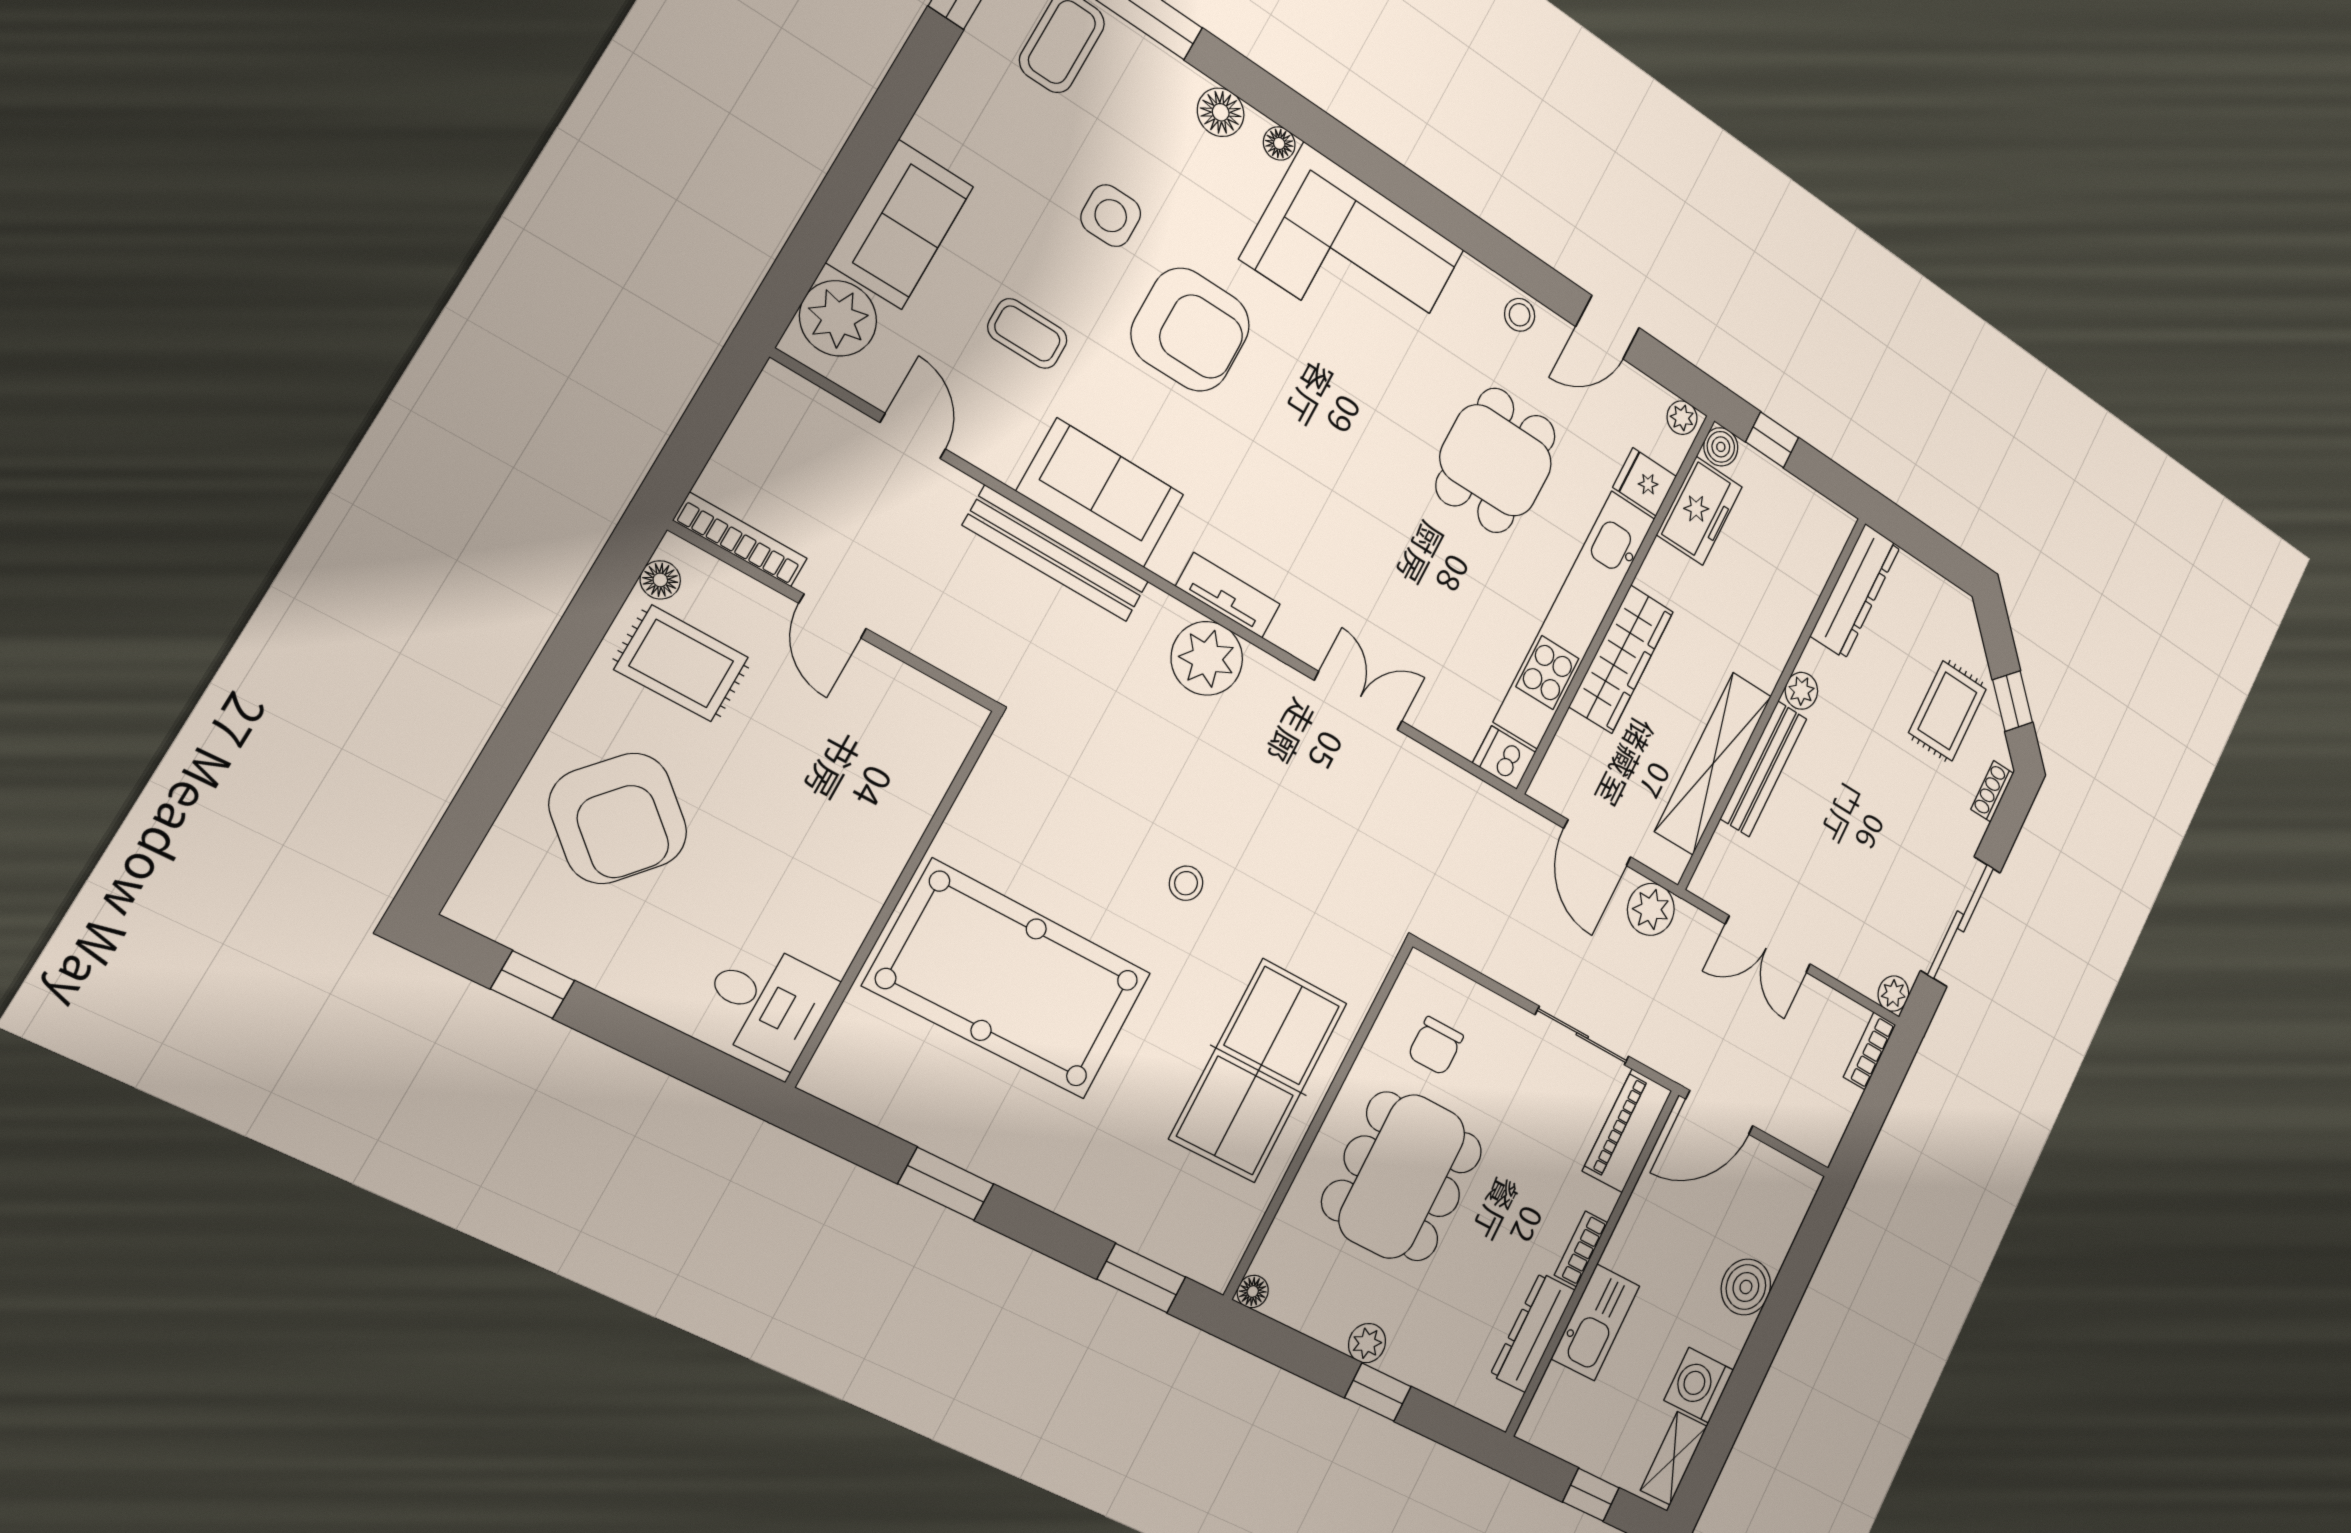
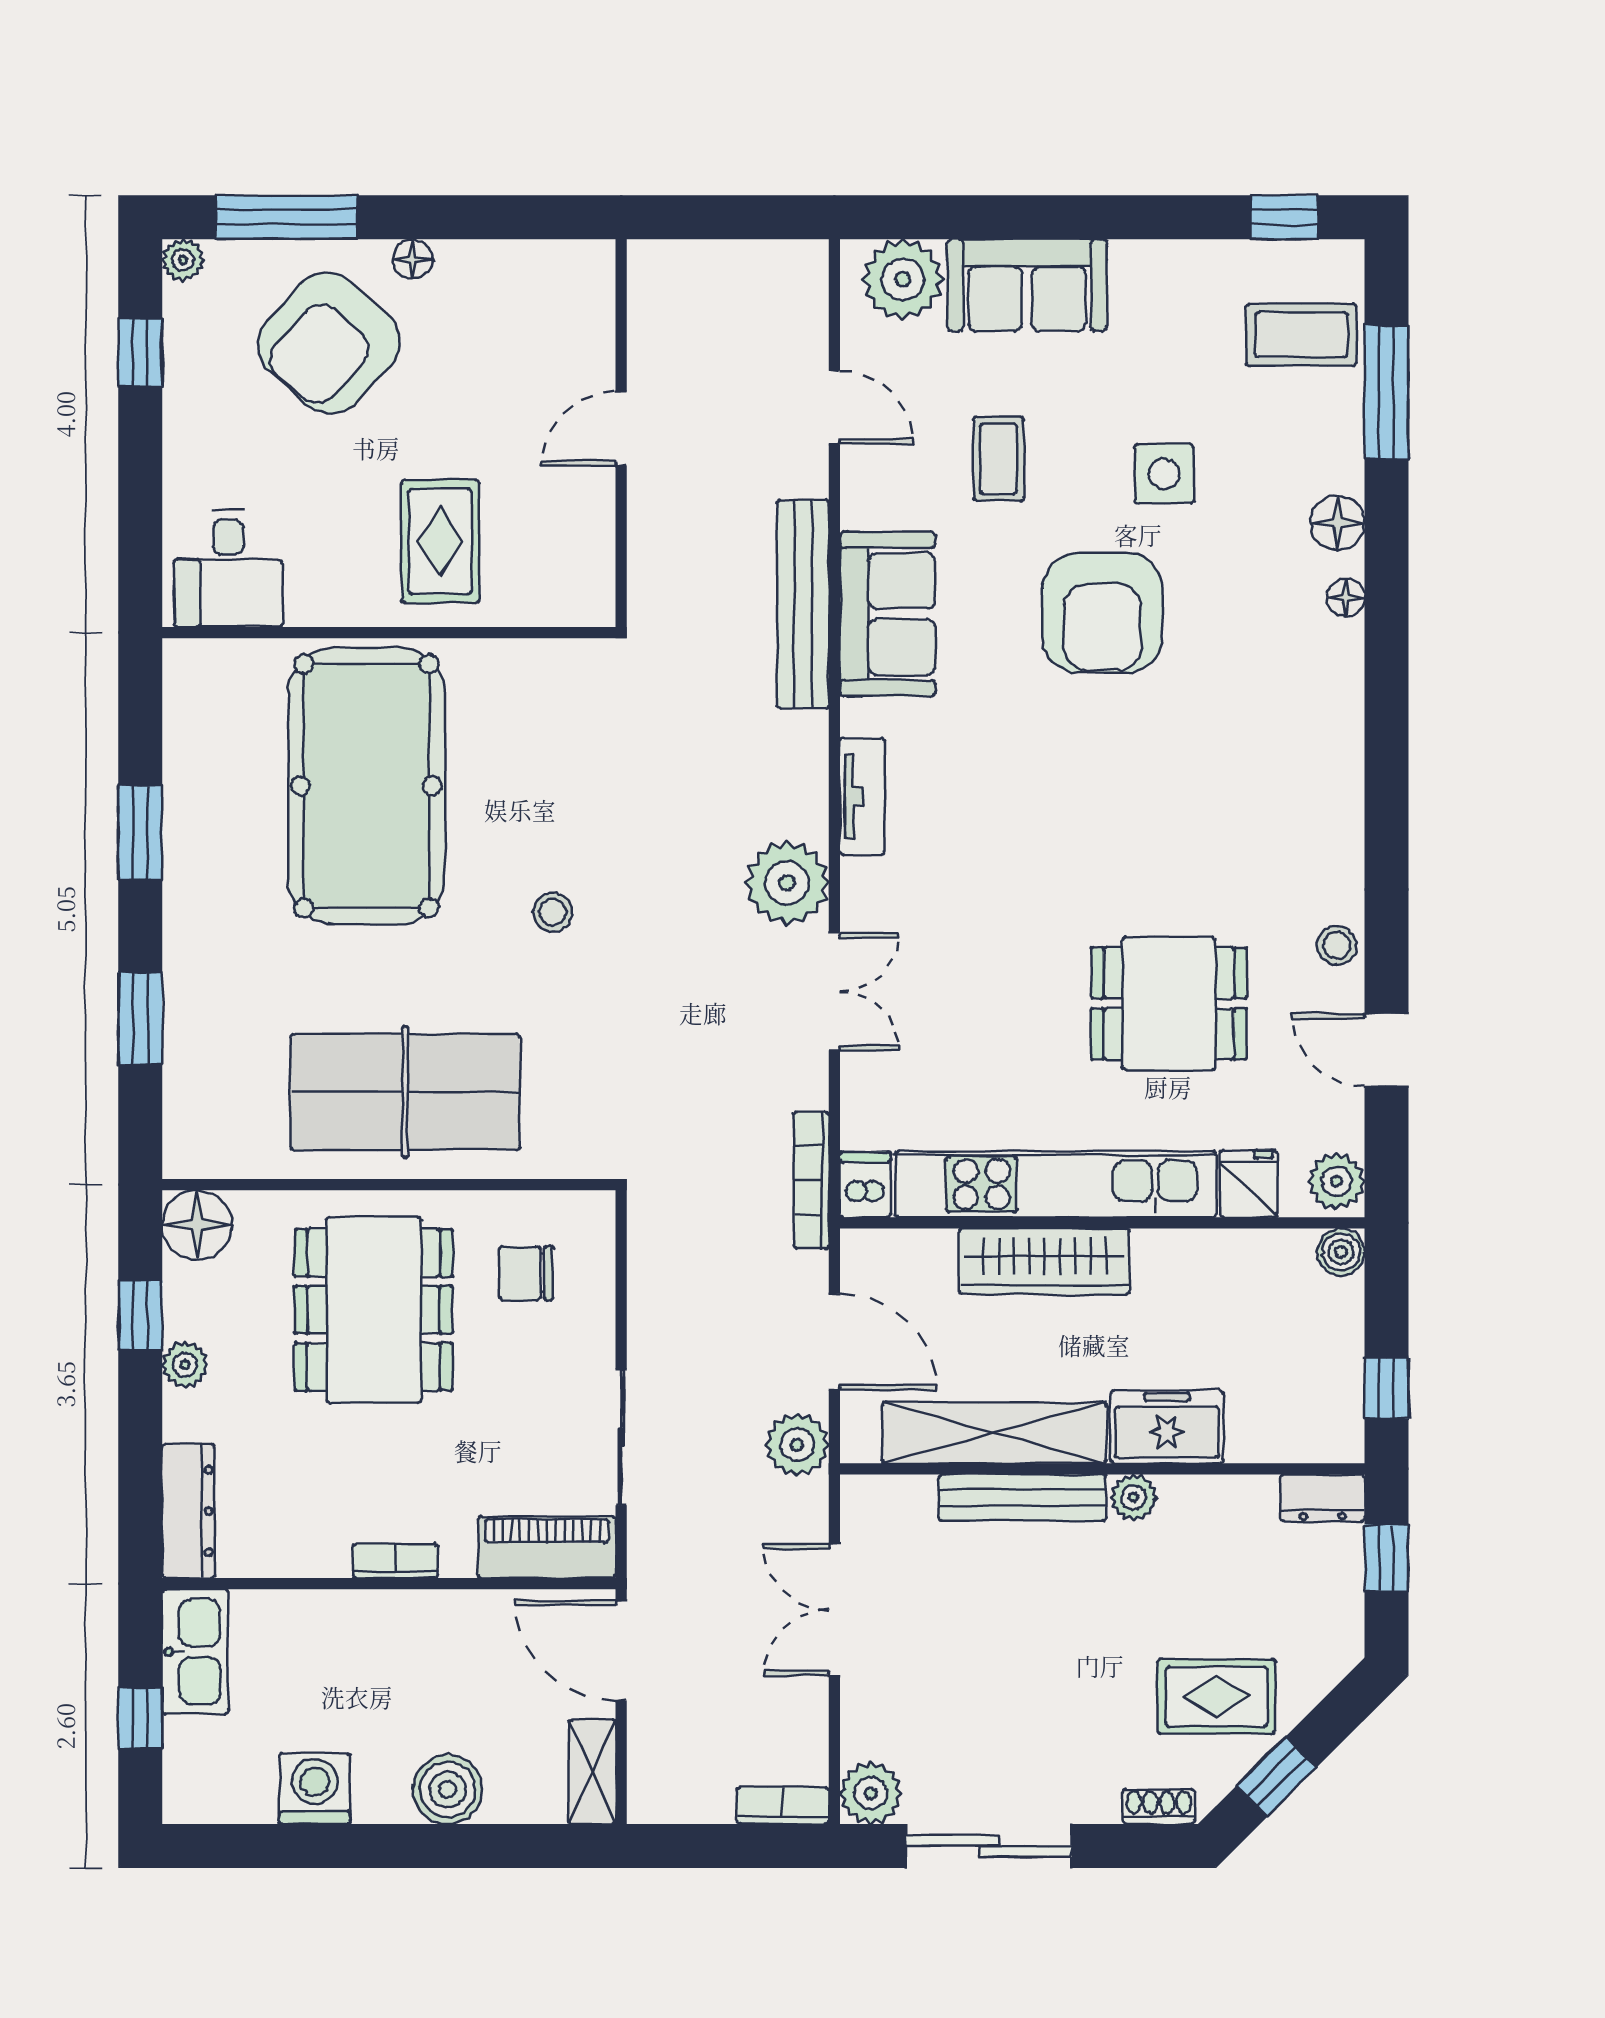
corner sofa: (1353, 254) -> (1284, 734), removed
plant: (1682, 418) -> (1336, 1181), width x1.38, depth x1.38
door: (913, 436) -> (834, 407), hinge flipped
window: (1772, 440) -> (1386, 1388), moved
freezer: (1699, 511) -> (1167, 1427), moved, turned 180
bookcase: (740, 539) -> (811, 1180), moved, turned 180
window: (1922, 542) -> (1386, 1558), added
floor lamp: (660, 580) -> (412, 259), moved
dresser: (1855, 591) -> (1323, 1498), width x0.51, depth x0.80
plant: (1207, 658) -> (787, 883), moved
rug: (681, 663) -> (440, 541), moved
window: (482, 796) -> (286, 217), added
door: (1597, 843) -> (834, 1342), swing flipped
plant: (469, 906) -> (183, 260), added
plant: (1893, 994) -> (871, 1793), width x1.38, depth x1.38
dining table: (1402, 1176) -> (374, 1310), turned 90
window: (1141, 1278) -> (140, 1018), moved
floor lamp: (1253, 1292) -> (197, 1225), width x1.89, depth x1.89
kitchen sink: (1596, 1322) -> (195, 1652), moved, turned -90
dresser: (1533, 1332) -> (188, 1511), moved, turned 90
window: (1378, 1392) -> (140, 1315), moved
shelving: (1674, 1458) -> (592, 1772), moved, turned 90

